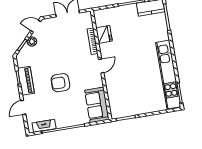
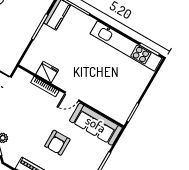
door: (101, 66) -> (72, 97), swing flipped
sofa: (97, 105) -> (96, 124), width x1.36

